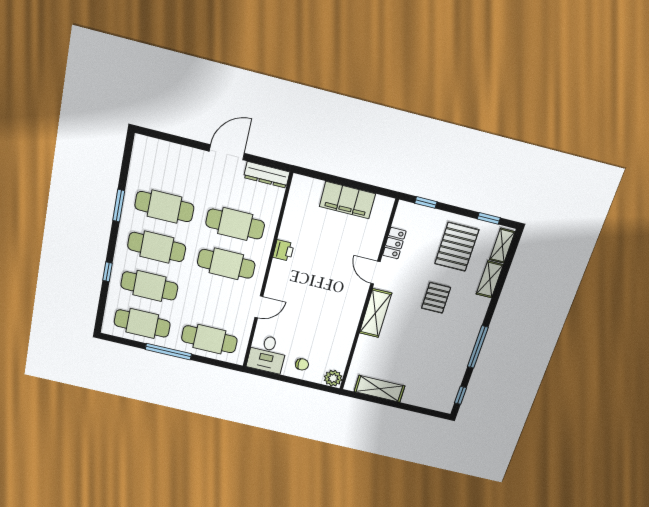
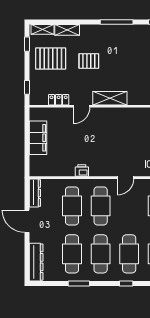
dresser: (162, 150) -> (36, 262), added
door: (259, 307) -> (125, 178), swing flipped

